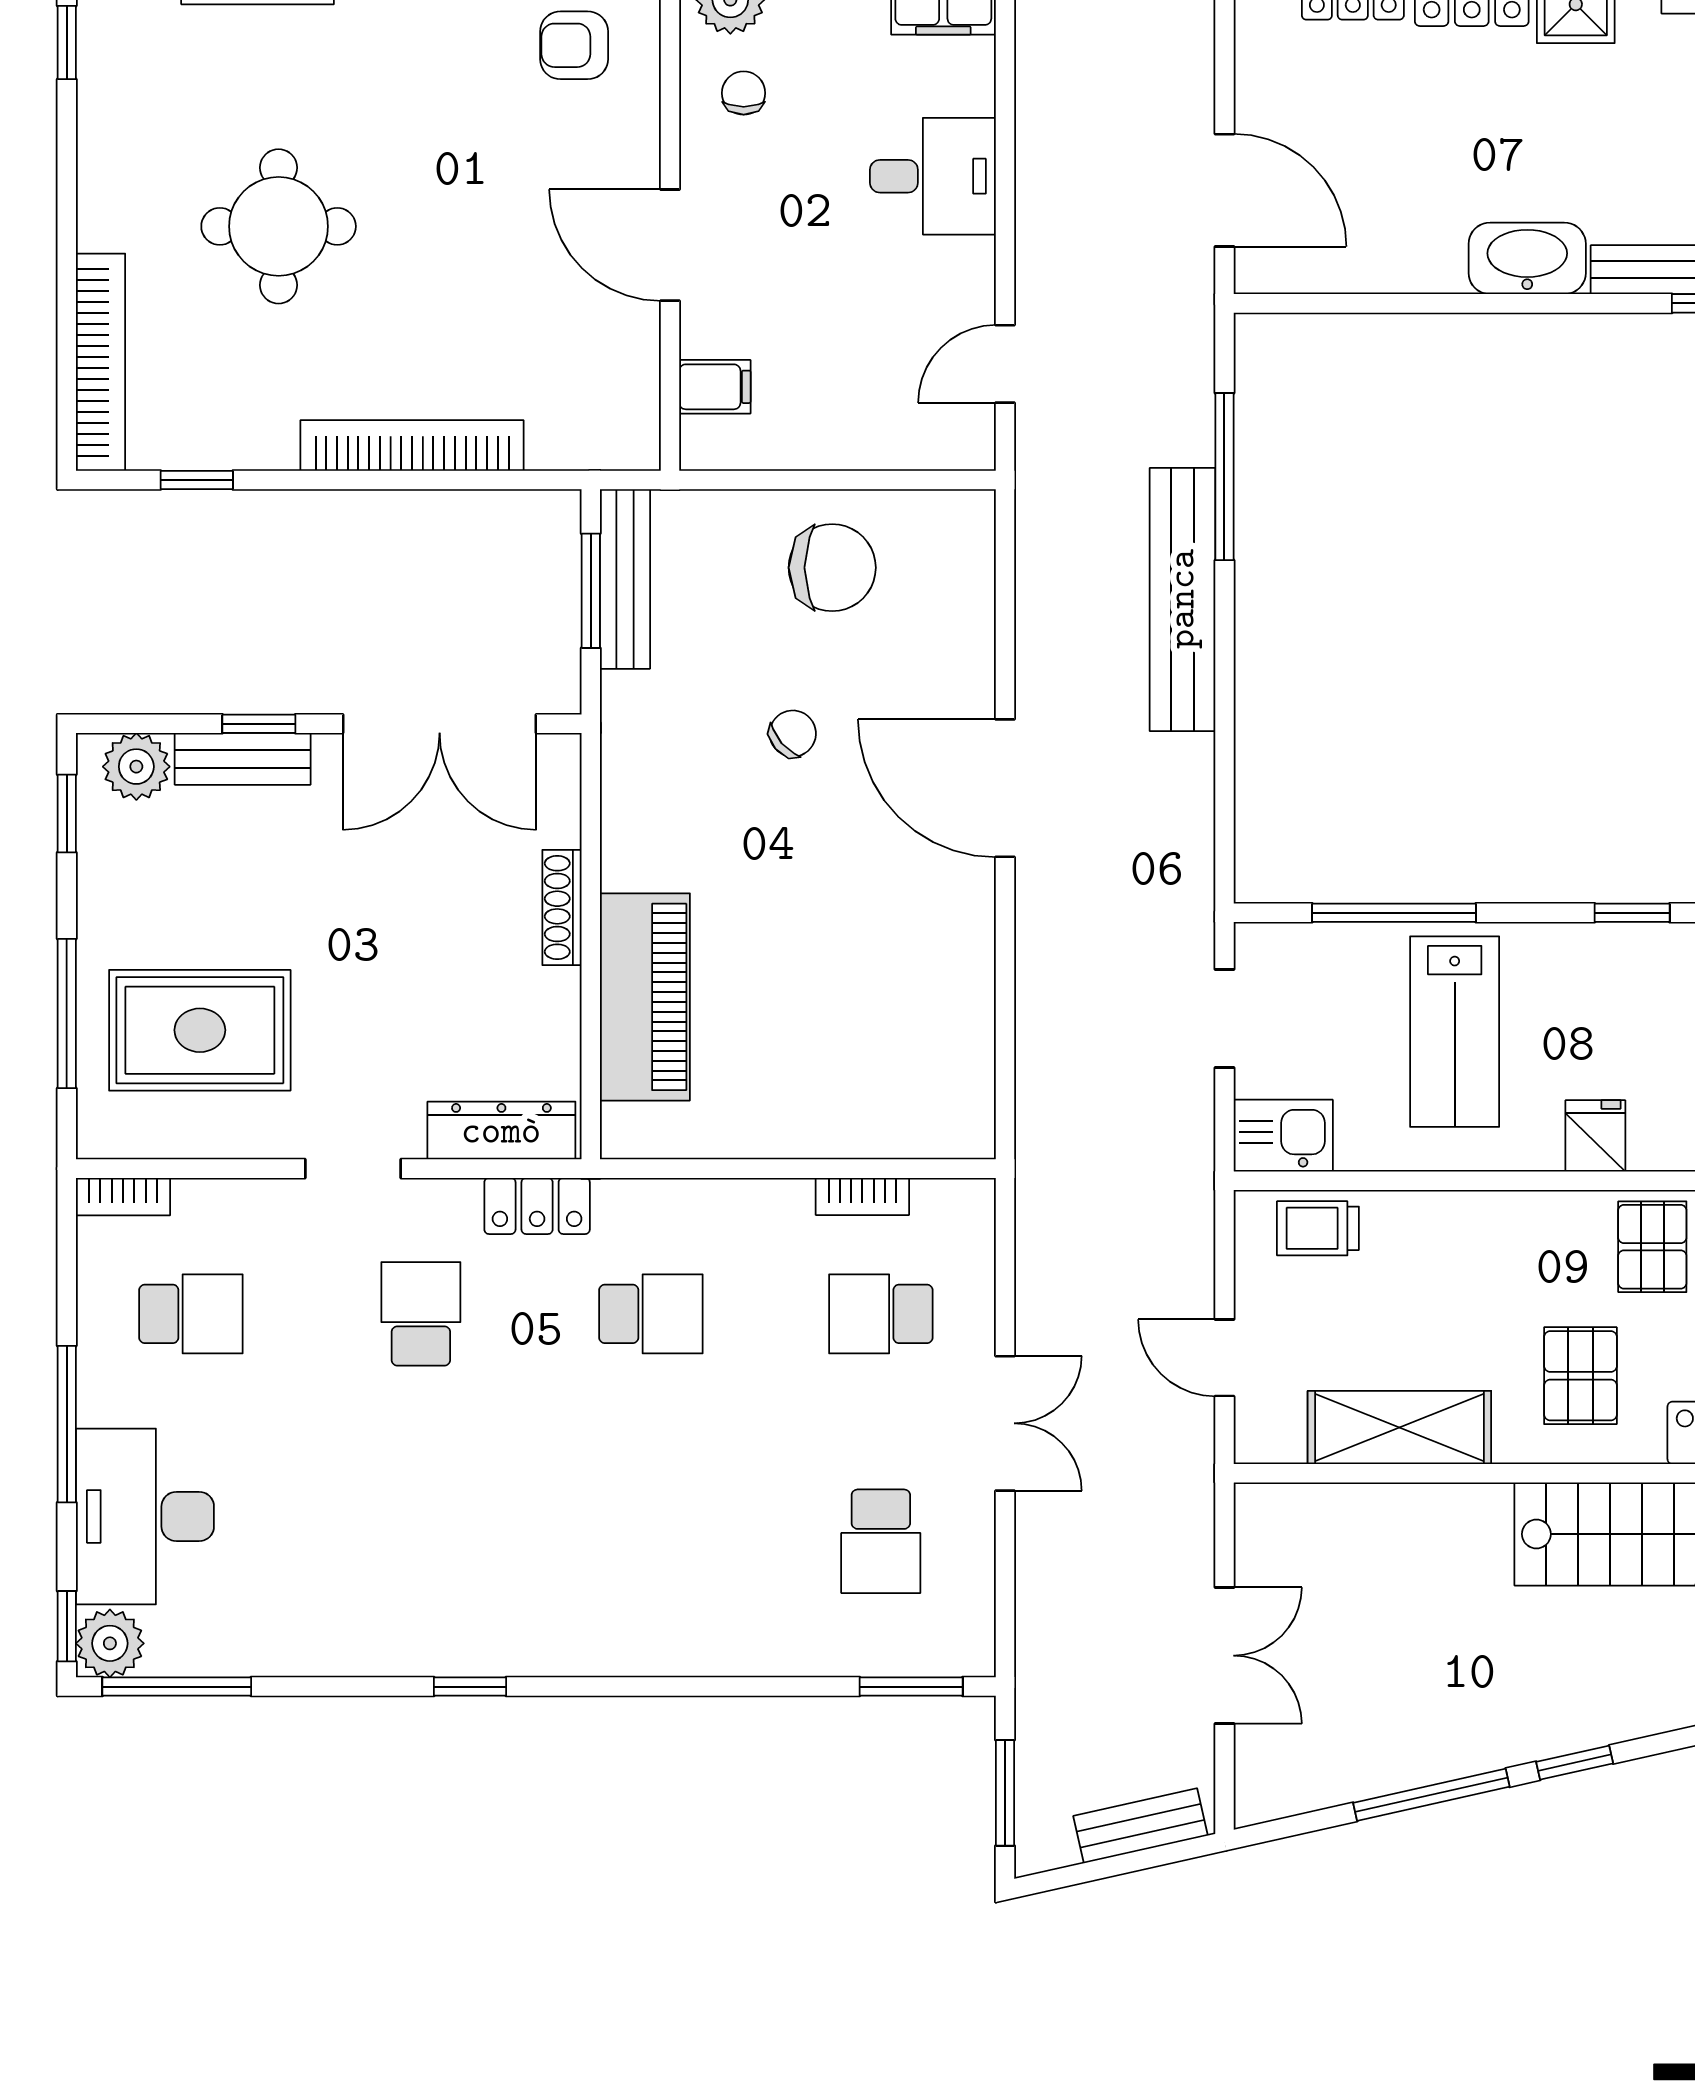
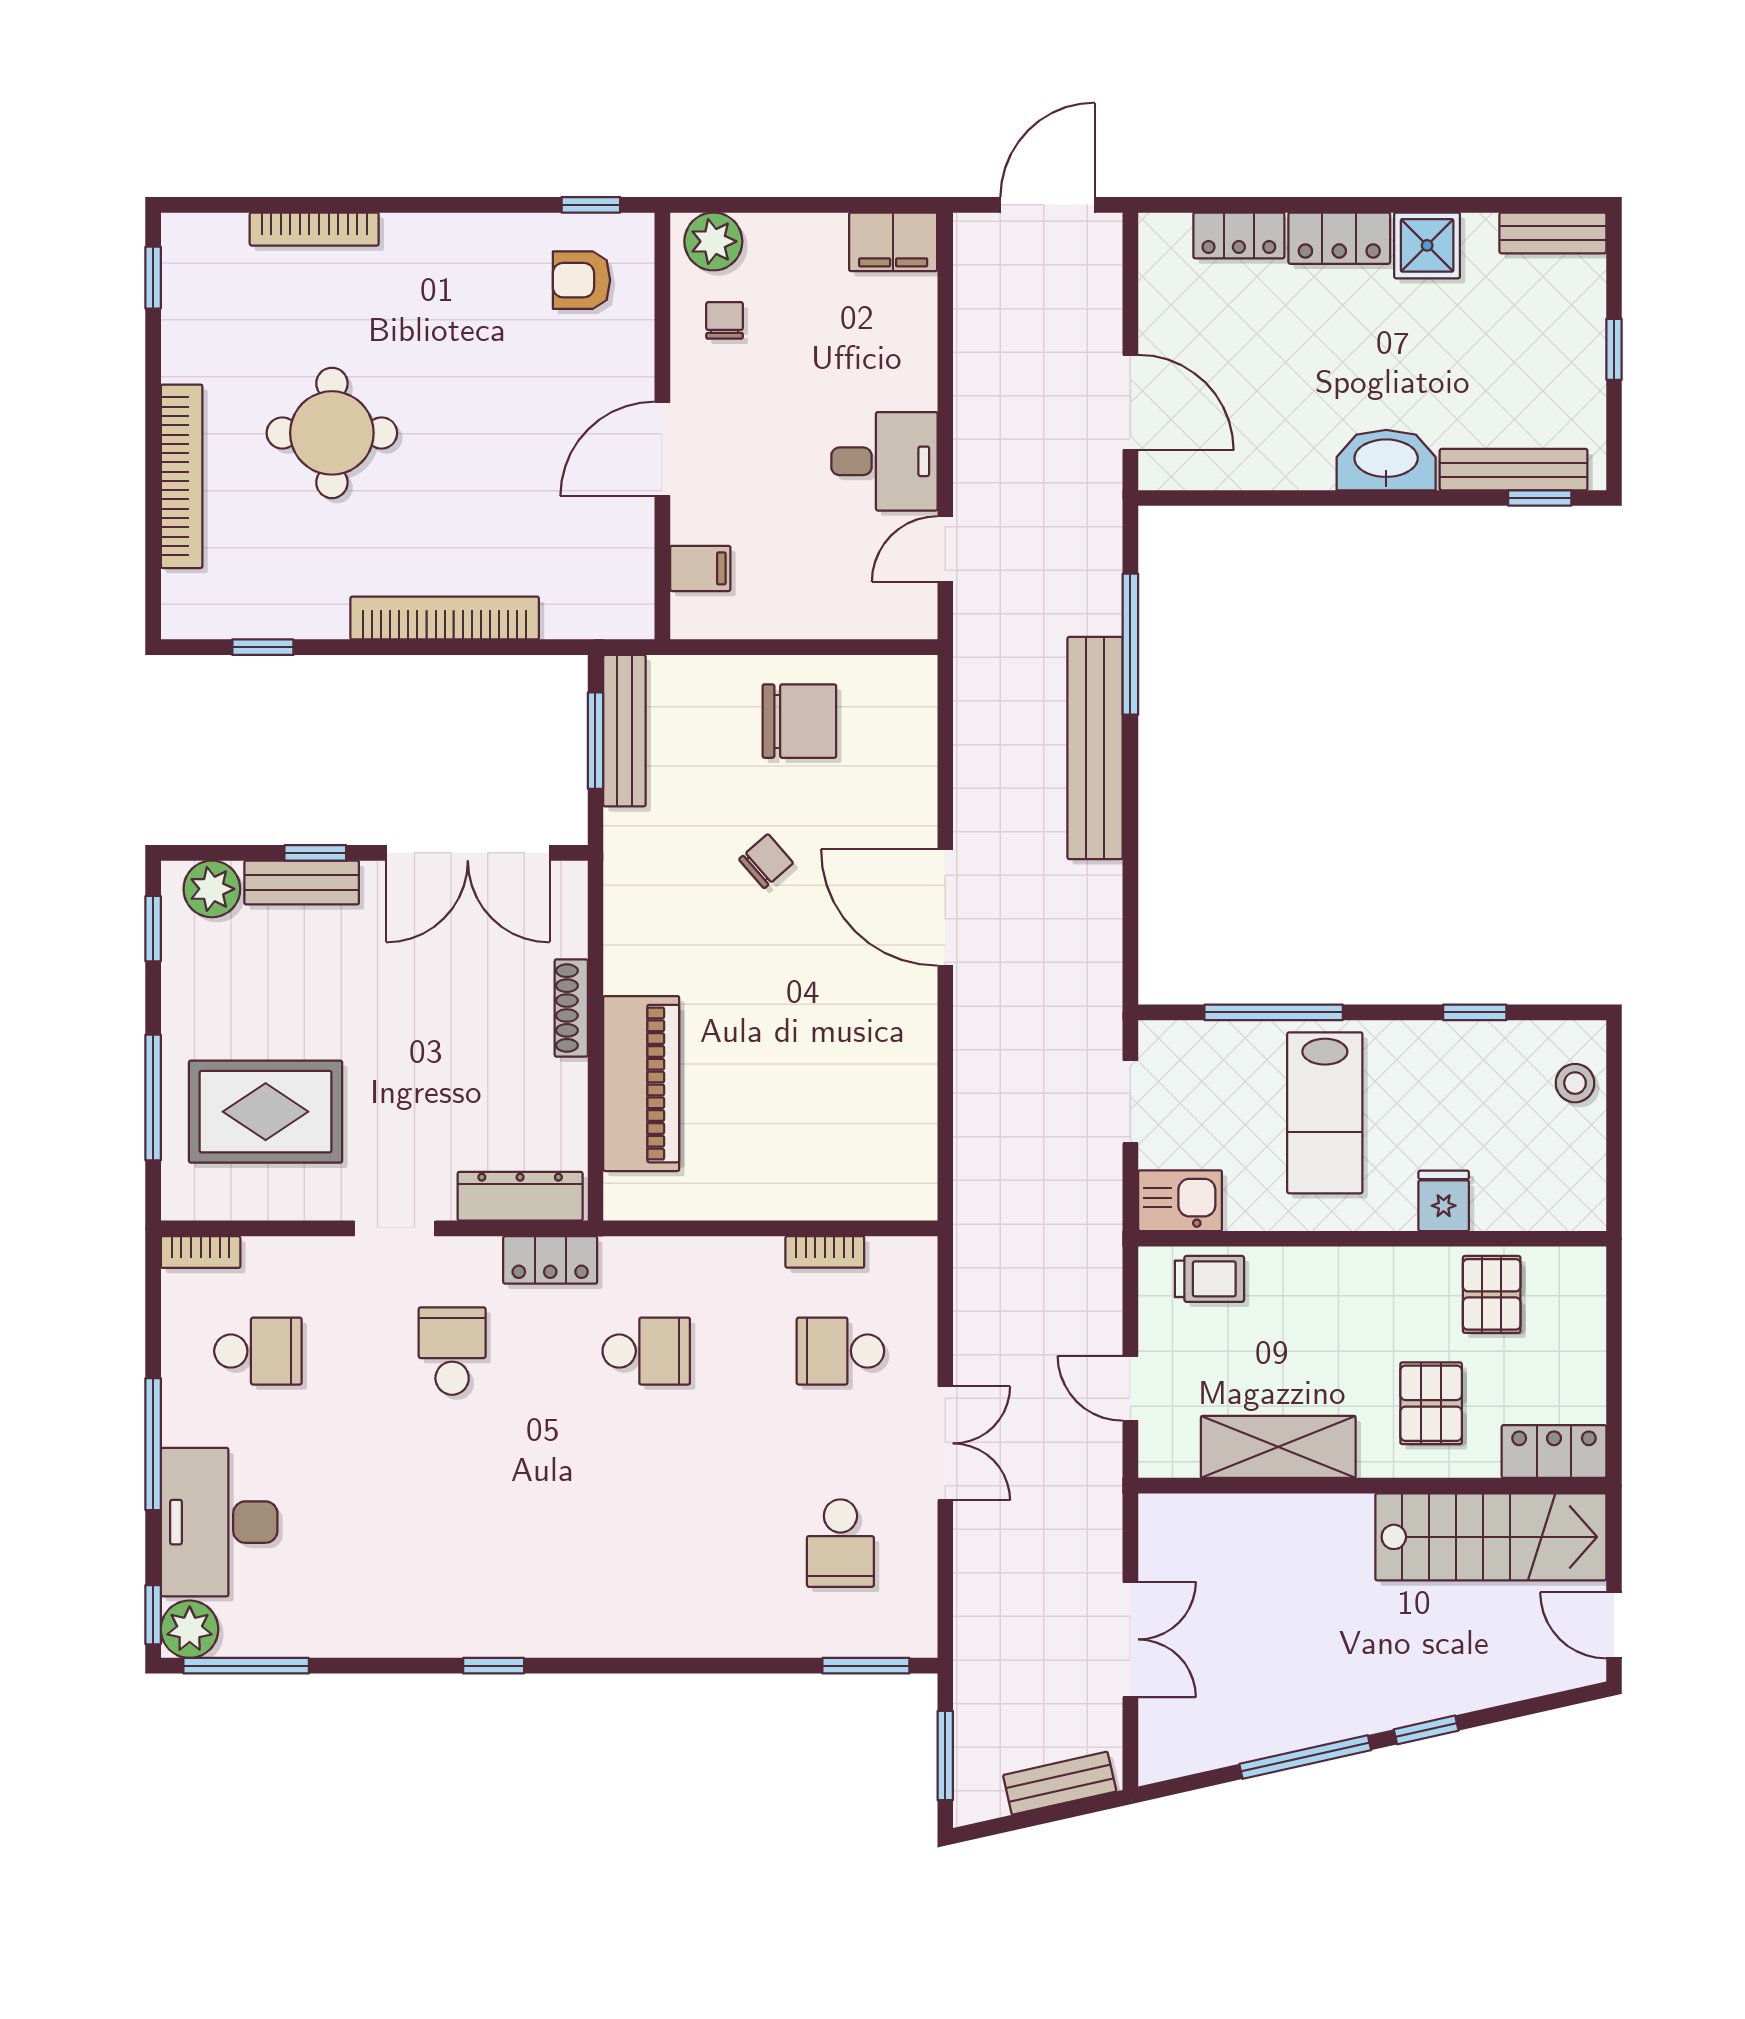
desk: (933, 176) -> (884, 461), moved
door: (670, 245) -> (662, 449), hinge flipped
bookcase: (101, 362) -> (182, 476), moved
trolley: (1318, 1228) -> (1209, 1279), turned 180

